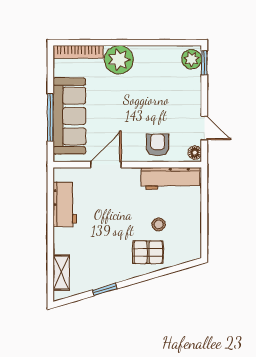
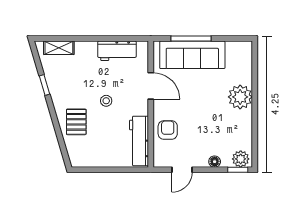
bookcase: (78, 52) -> (247, 62), removed
armchair: (158, 145) -> (168, 130), turned -90
floor lamp: (195, 153) -> (215, 162), moved
stool: (159, 224) -> (106, 101), moved

